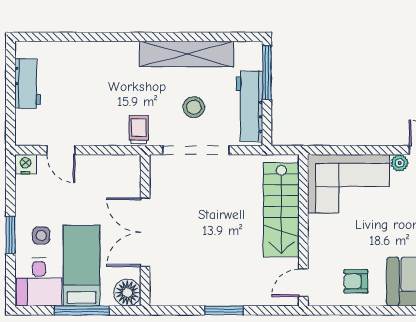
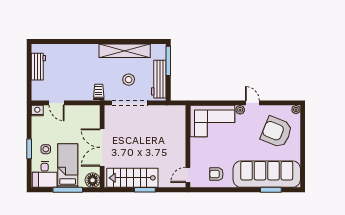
stairs: (281, 210) -> (132, 178), moved, turned 90

